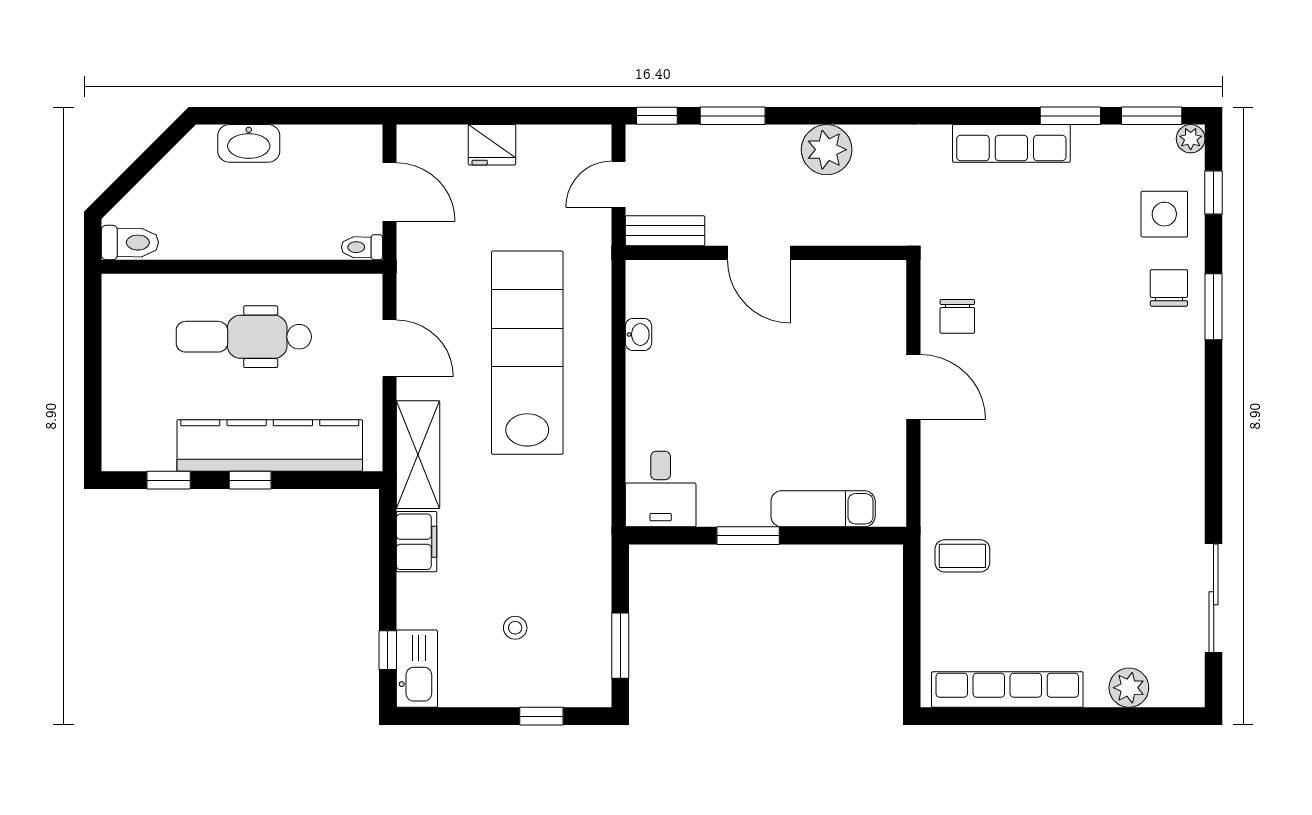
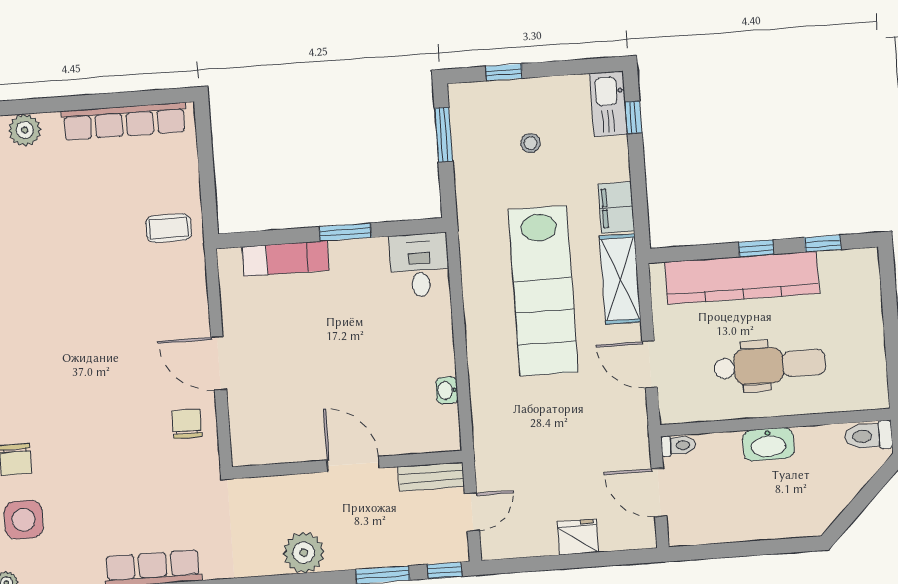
washbasin: (249, 143) -> (768, 444), moved, turned 180
lab bench: (527, 353) -> (543, 291), moved

